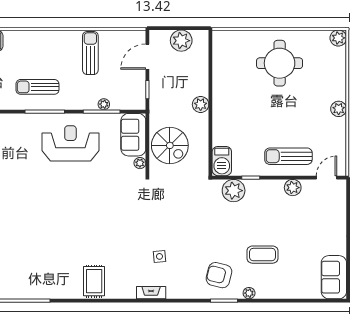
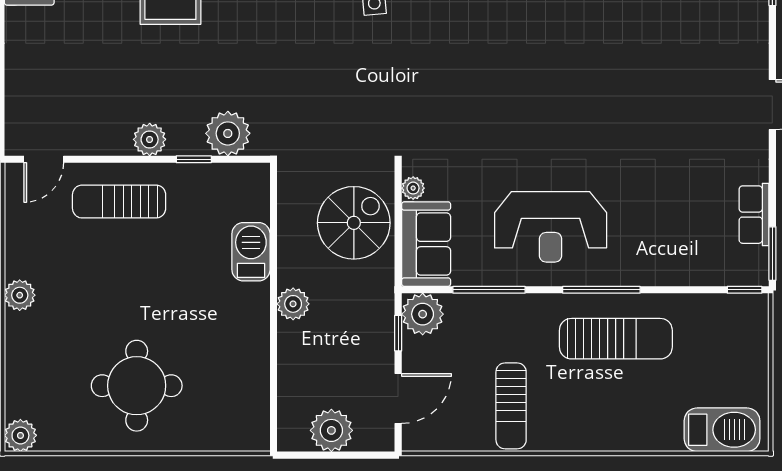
sun lounger: (37, 87) -> (616, 339), width x1.36, depth x1.34
plant: (104, 104) -> (423, 314), moved, width x1.88, depth x1.88
spiral stairs: (170, 145) -> (354, 223), turned 90
sun lounger: (288, 156) -> (119, 202), turned 180
barbecue: (222, 161) -> (251, 252), moved
plant: (293, 188) -> (150, 139), moved

